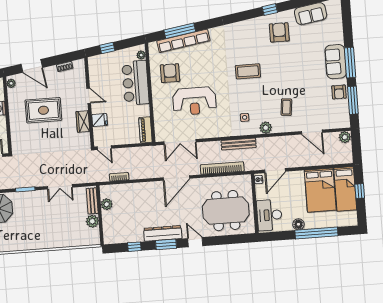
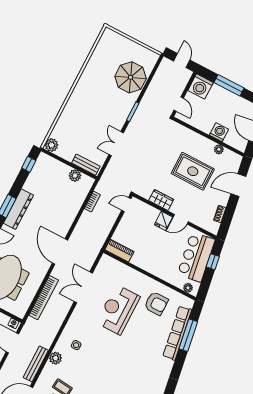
coffee table: (248, 71) -> (115, 373), removed
plant: (11, 83) -> (219, 149), moved
bar counter: (135, 83) -> (196, 257), moved, turned -99
rug: (43, 110) -> (193, 171), turned 90
fridge: (100, 120) -> (163, 221), moved
double door: (180, 142) -> (83, 287), moved
bench: (239, 144) -> (36, 364), moved
plant: (92, 221) -> (51, 145), moved
window: (134, 247) -> (29, 164), moved

